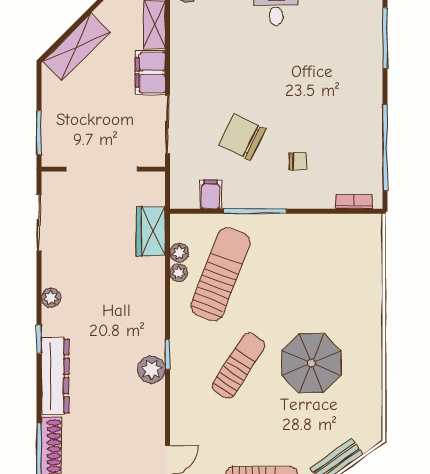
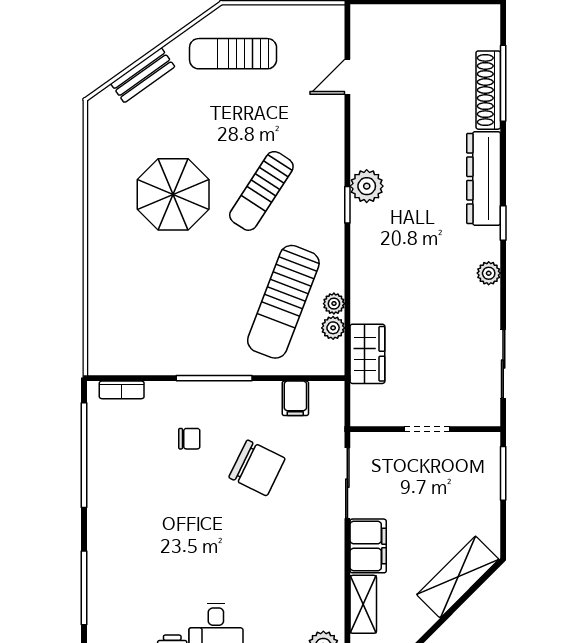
chair: (298, 161) -> (189, 439), turned 180
doorway: (102, 169) -> (427, 429), width x0.53
window: (255, 211) -> (214, 378), moved

